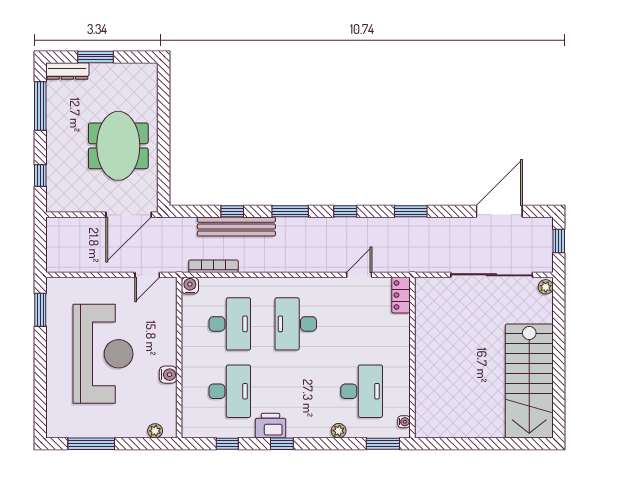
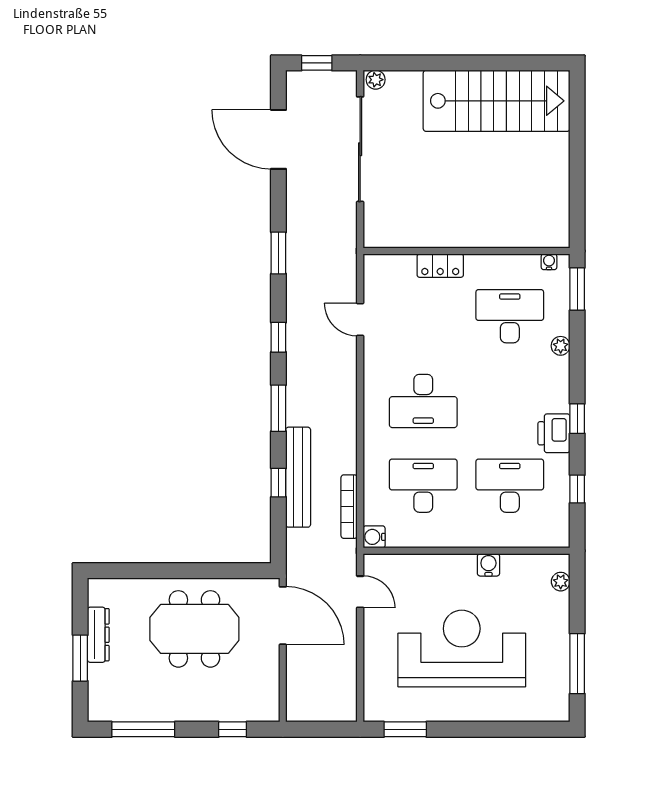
dresser: (67, 71) -> (98, 635), moved
locker: (401, 295) -> (440, 266), moved

